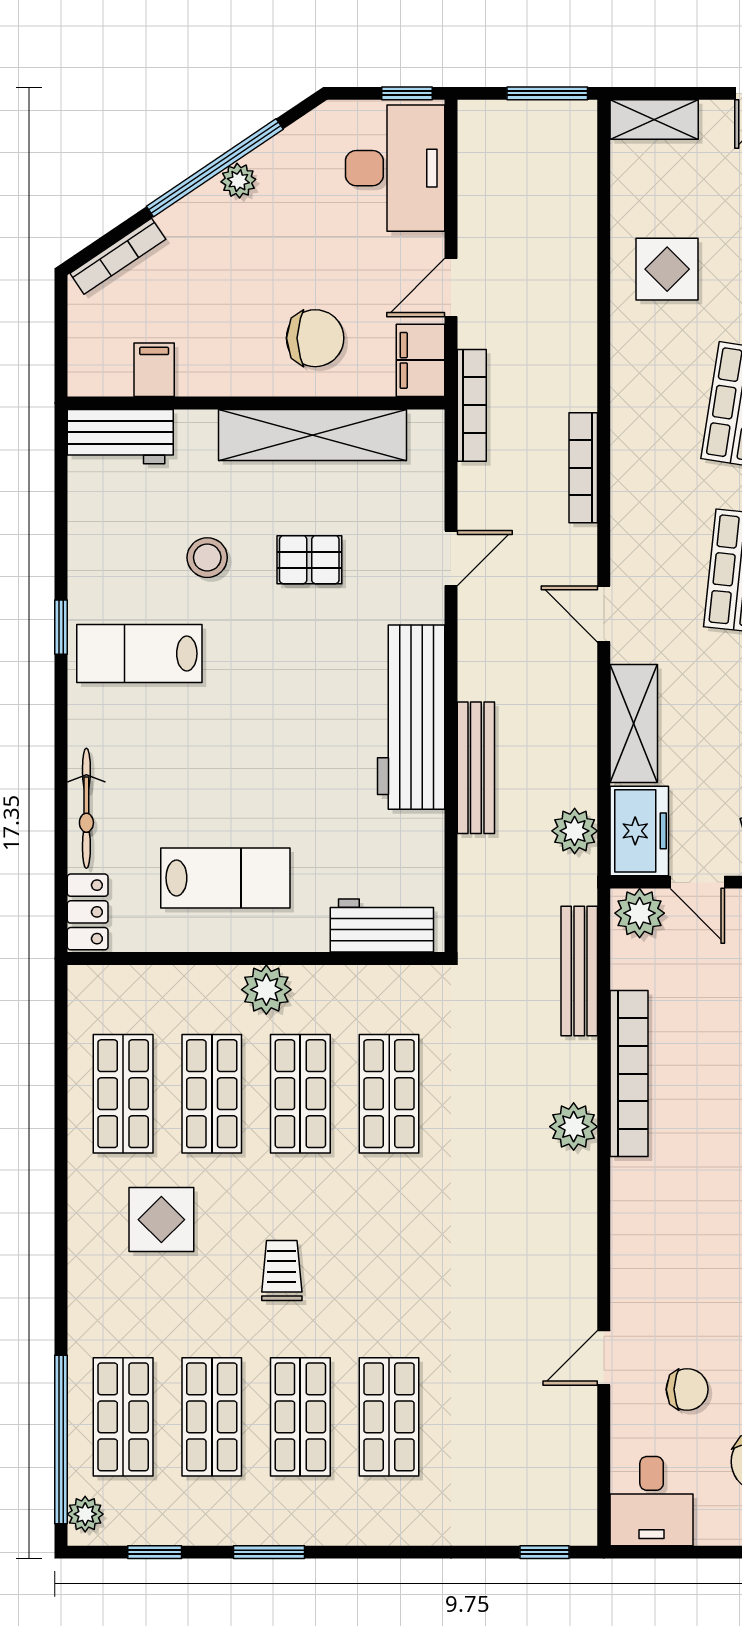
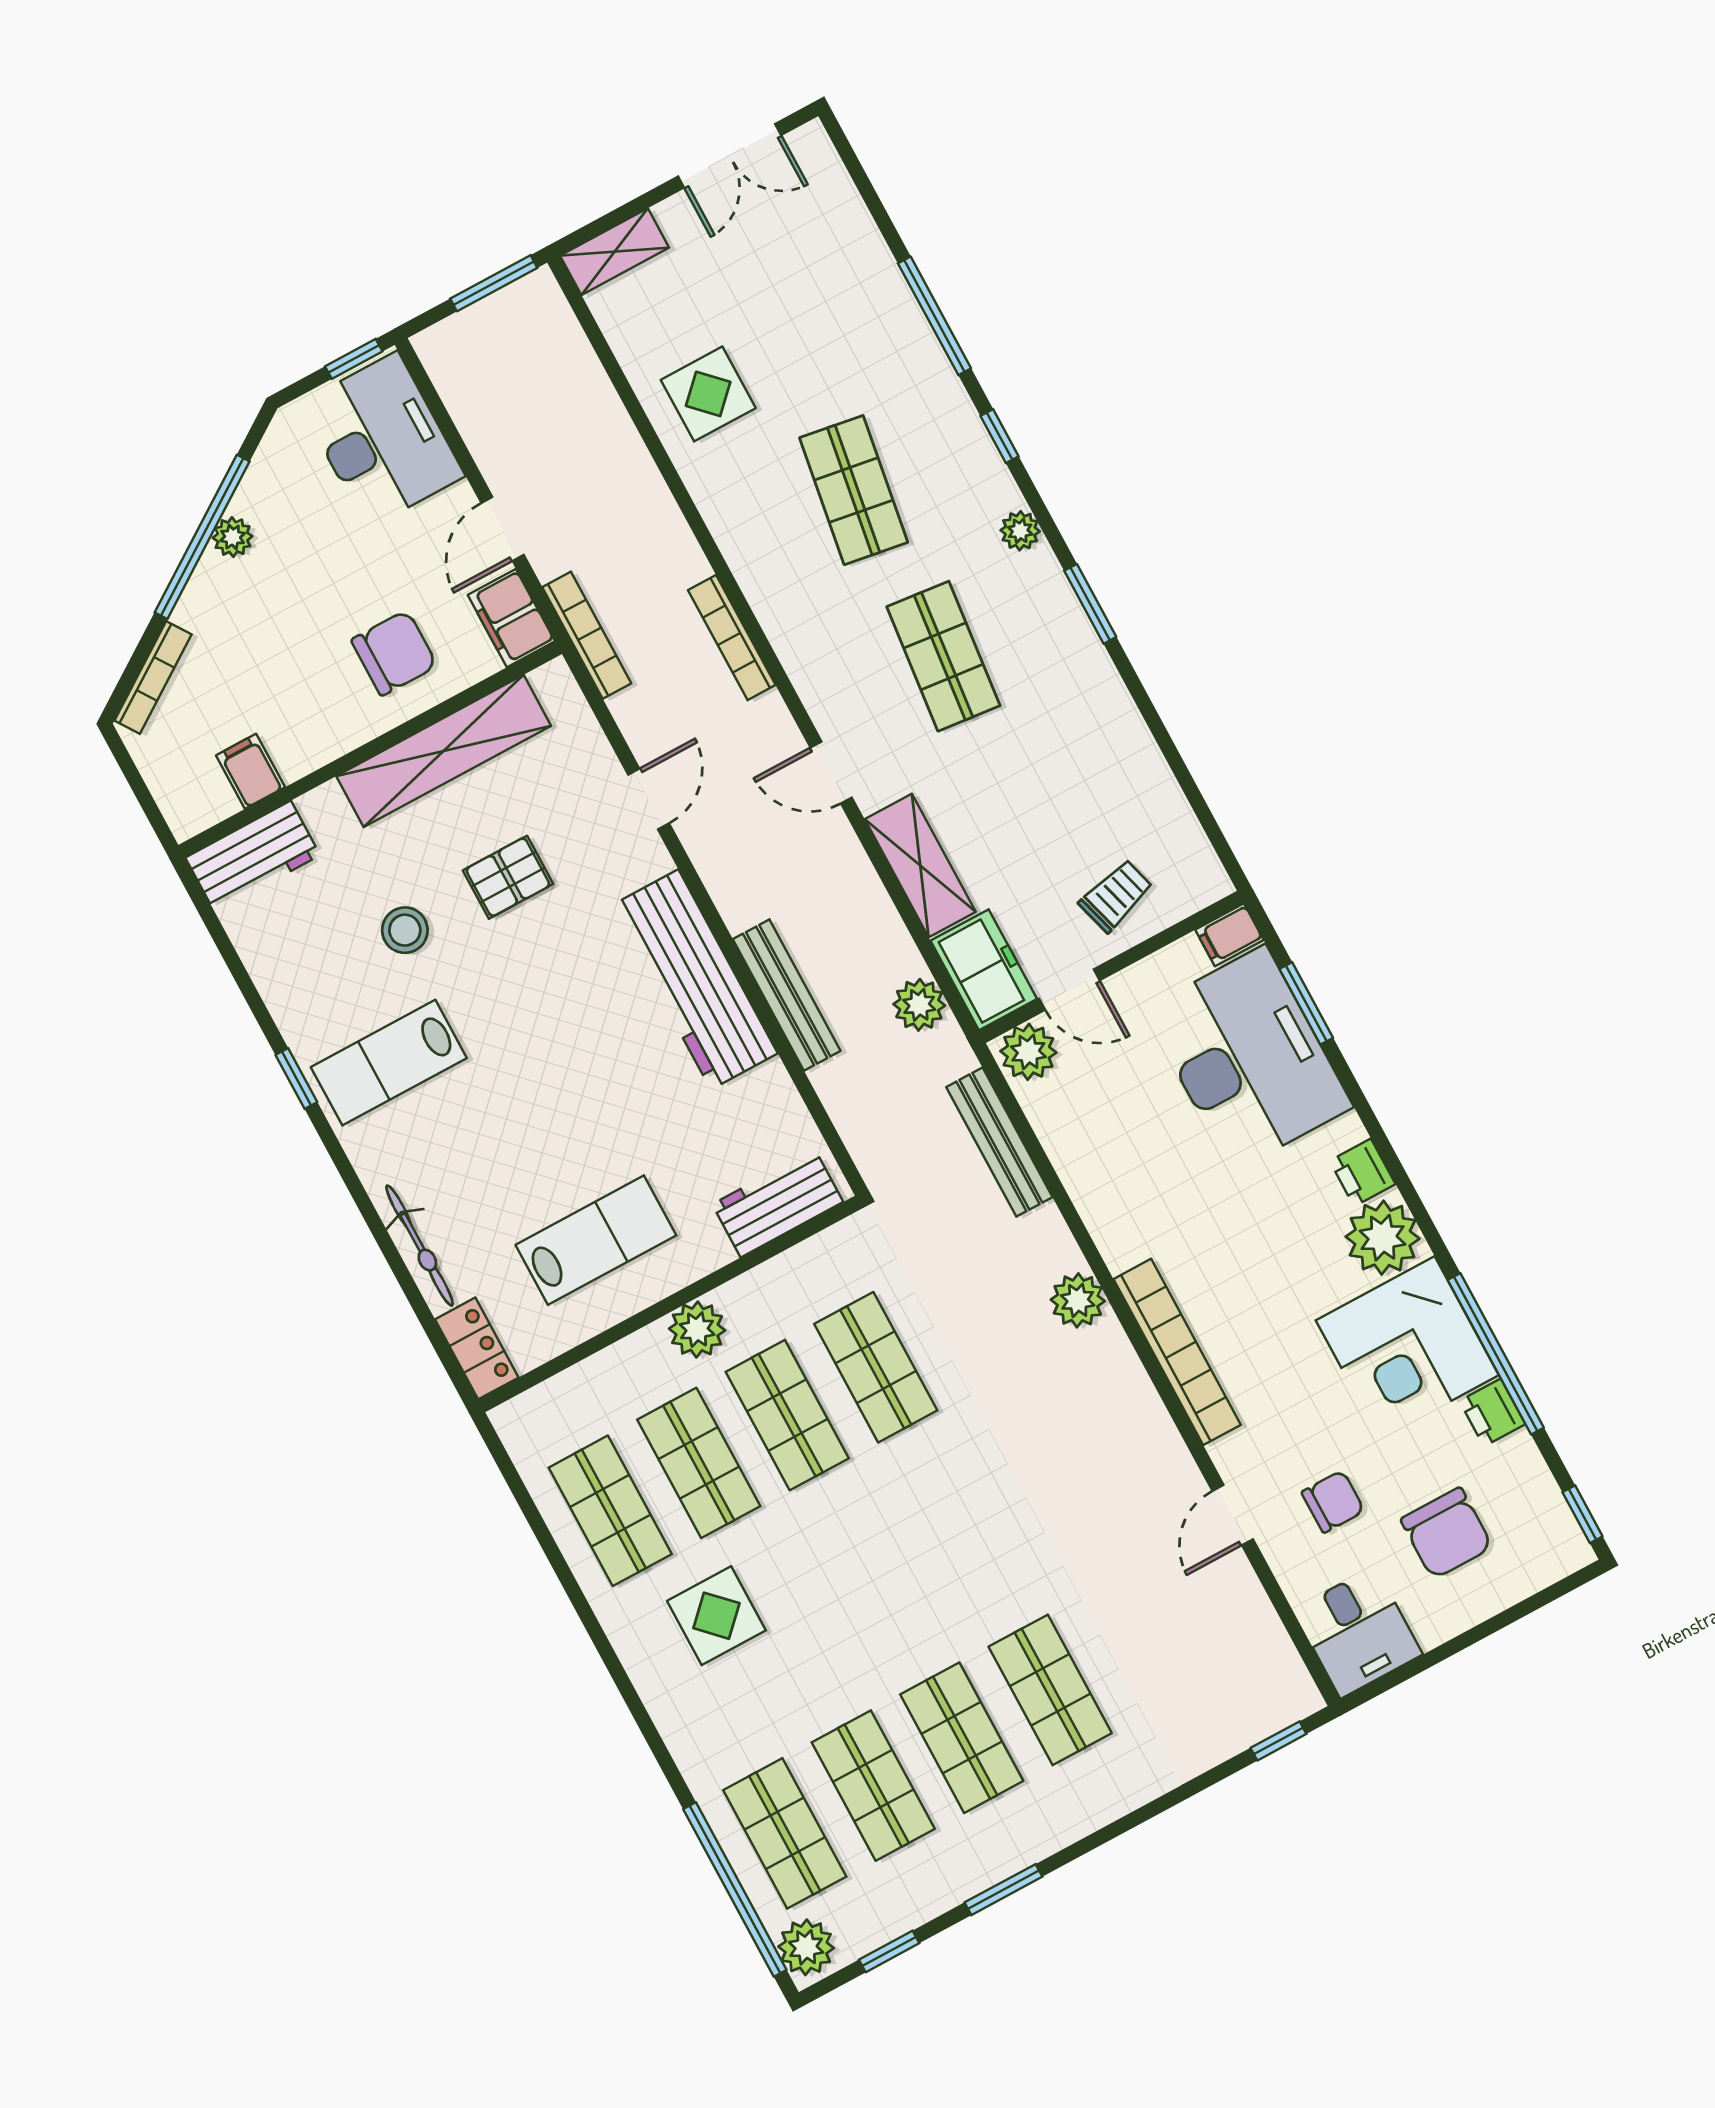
bookcase: (629, 1074) -> (1177, 1352), moved
trolley: (282, 1271) -> (864, 1602), removed
plant: (85, 1514) -> (806, 1947), width x1.38, depth x1.38

